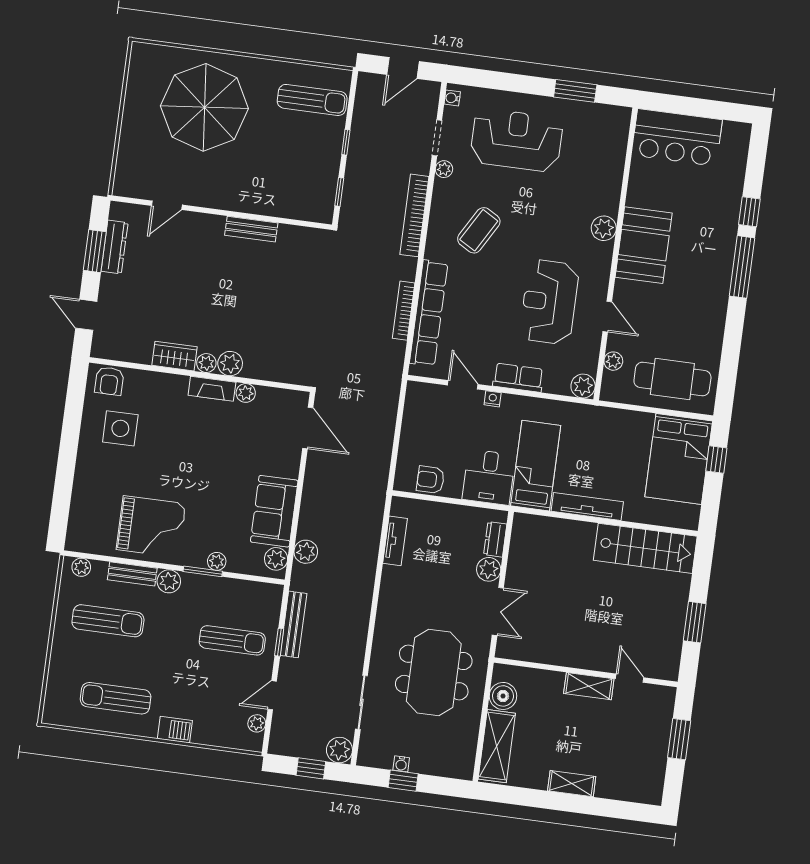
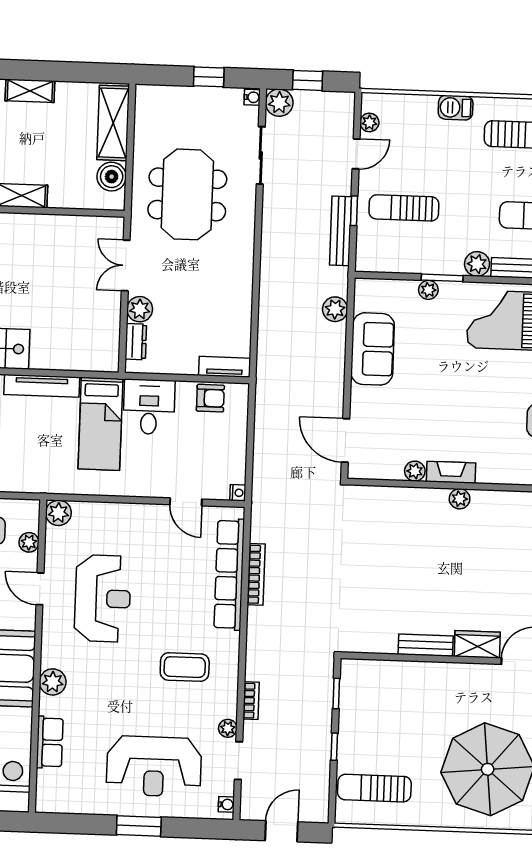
window: (575, 91) -> (139, 826), moved
bookcase: (414, 215) -> (251, 701), width x0.43, depth x0.76
coffee table: (479, 230) -> (185, 667), turned 60
wardrobe: (174, 356) -> (477, 644), moved, turned 180
plant: (230, 364) -> (434, 501), removed
row of seats: (518, 378) -> (50, 742), moved, turned -90
nightstand: (493, 399) -> (238, 493), moved, turned -90
tv unit: (395, 541) -> (225, 367), moved, turned 90
plant: (276, 559) -> (366, 299), removed
water cooler: (401, 764) -> (252, 97), moved, turned 90

